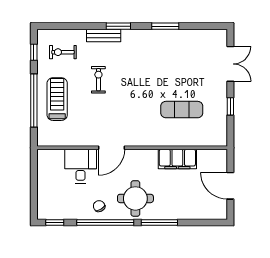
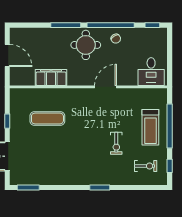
window: (165, 26) -> (28, 188), moved
bench: (104, 35) -> (112, 180), removed
desk: (81, 166) -> (151, 72), moved

